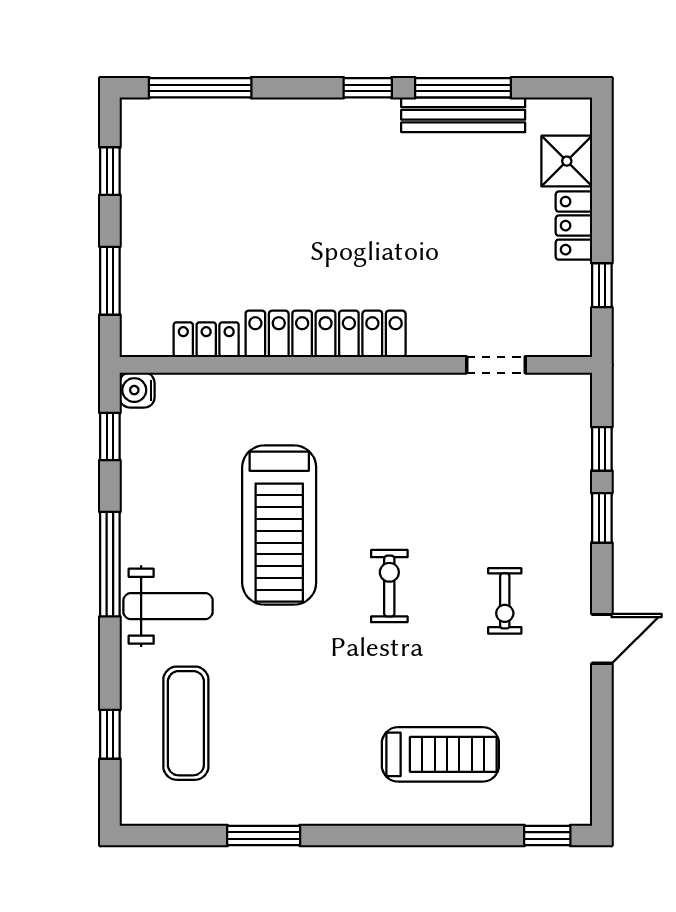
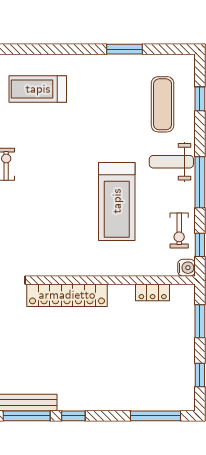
locker: (326, 334) -> (67, 295), moved
treadmill: (279, 525) -> (117, 201), turned 180
exercise bike: (389, 586) -> (179, 230), moved

